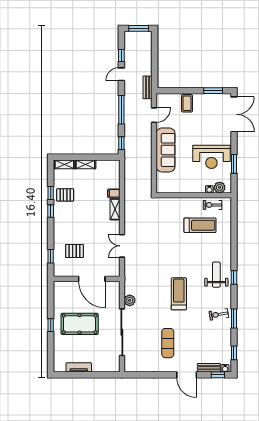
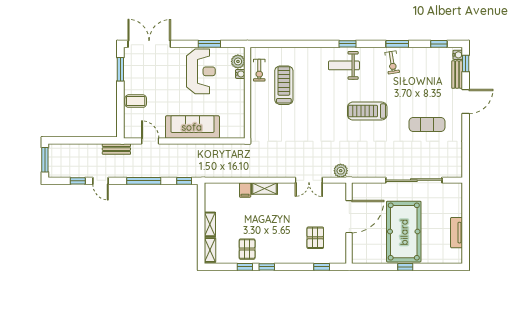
plant: (130, 300) -> (341, 171), moved
pool table: (80, 324) -> (404, 232), width x1.36, depth x1.32

